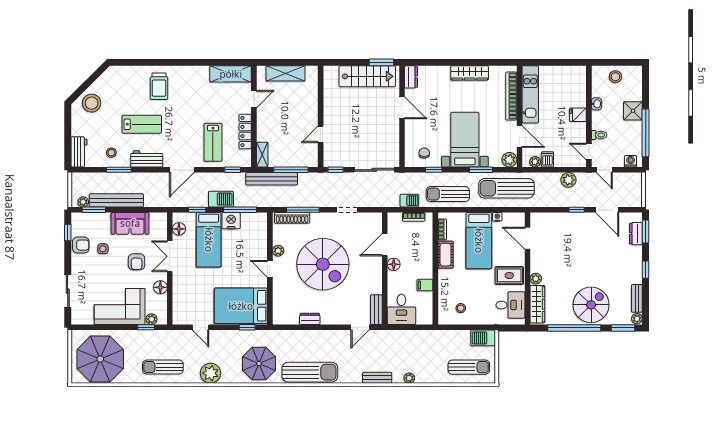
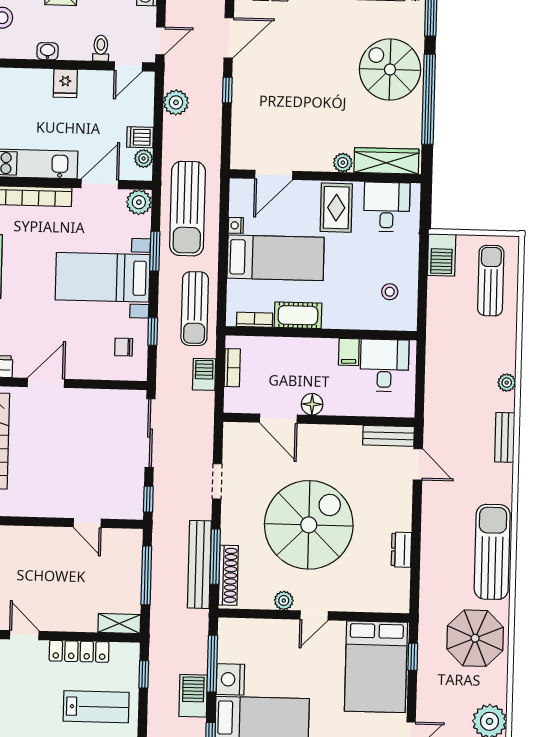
bench: (272, 179) -> (199, 564), moved
desk: (401, 309) -> (384, 365), moved, turned -90

